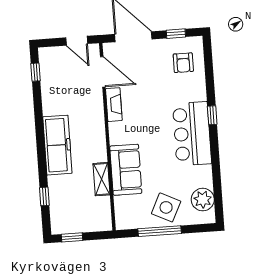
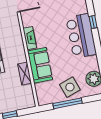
fireplace: (114, 105) -> (30, 38), moved
side table: (166, 207) -> (70, 87), turned 45

